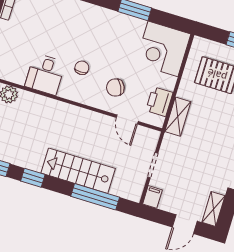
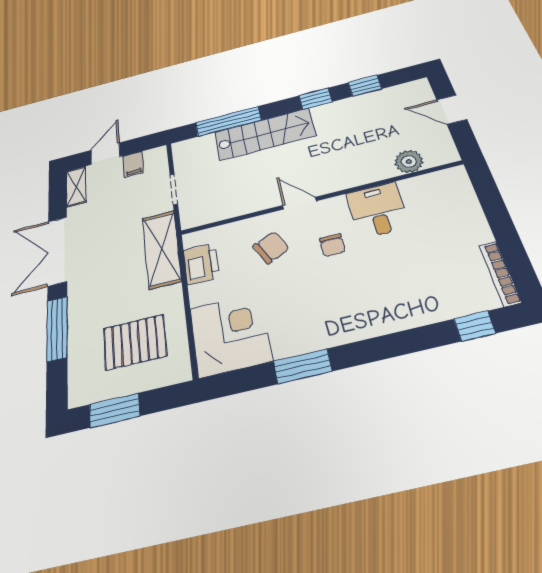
shelving: (178, 117) -> (162, 249), width x1.50, depth x1.33
door: (127, 119) -> (299, 203), moved
filing cabinet: (152, 197) -> (133, 164), moved

